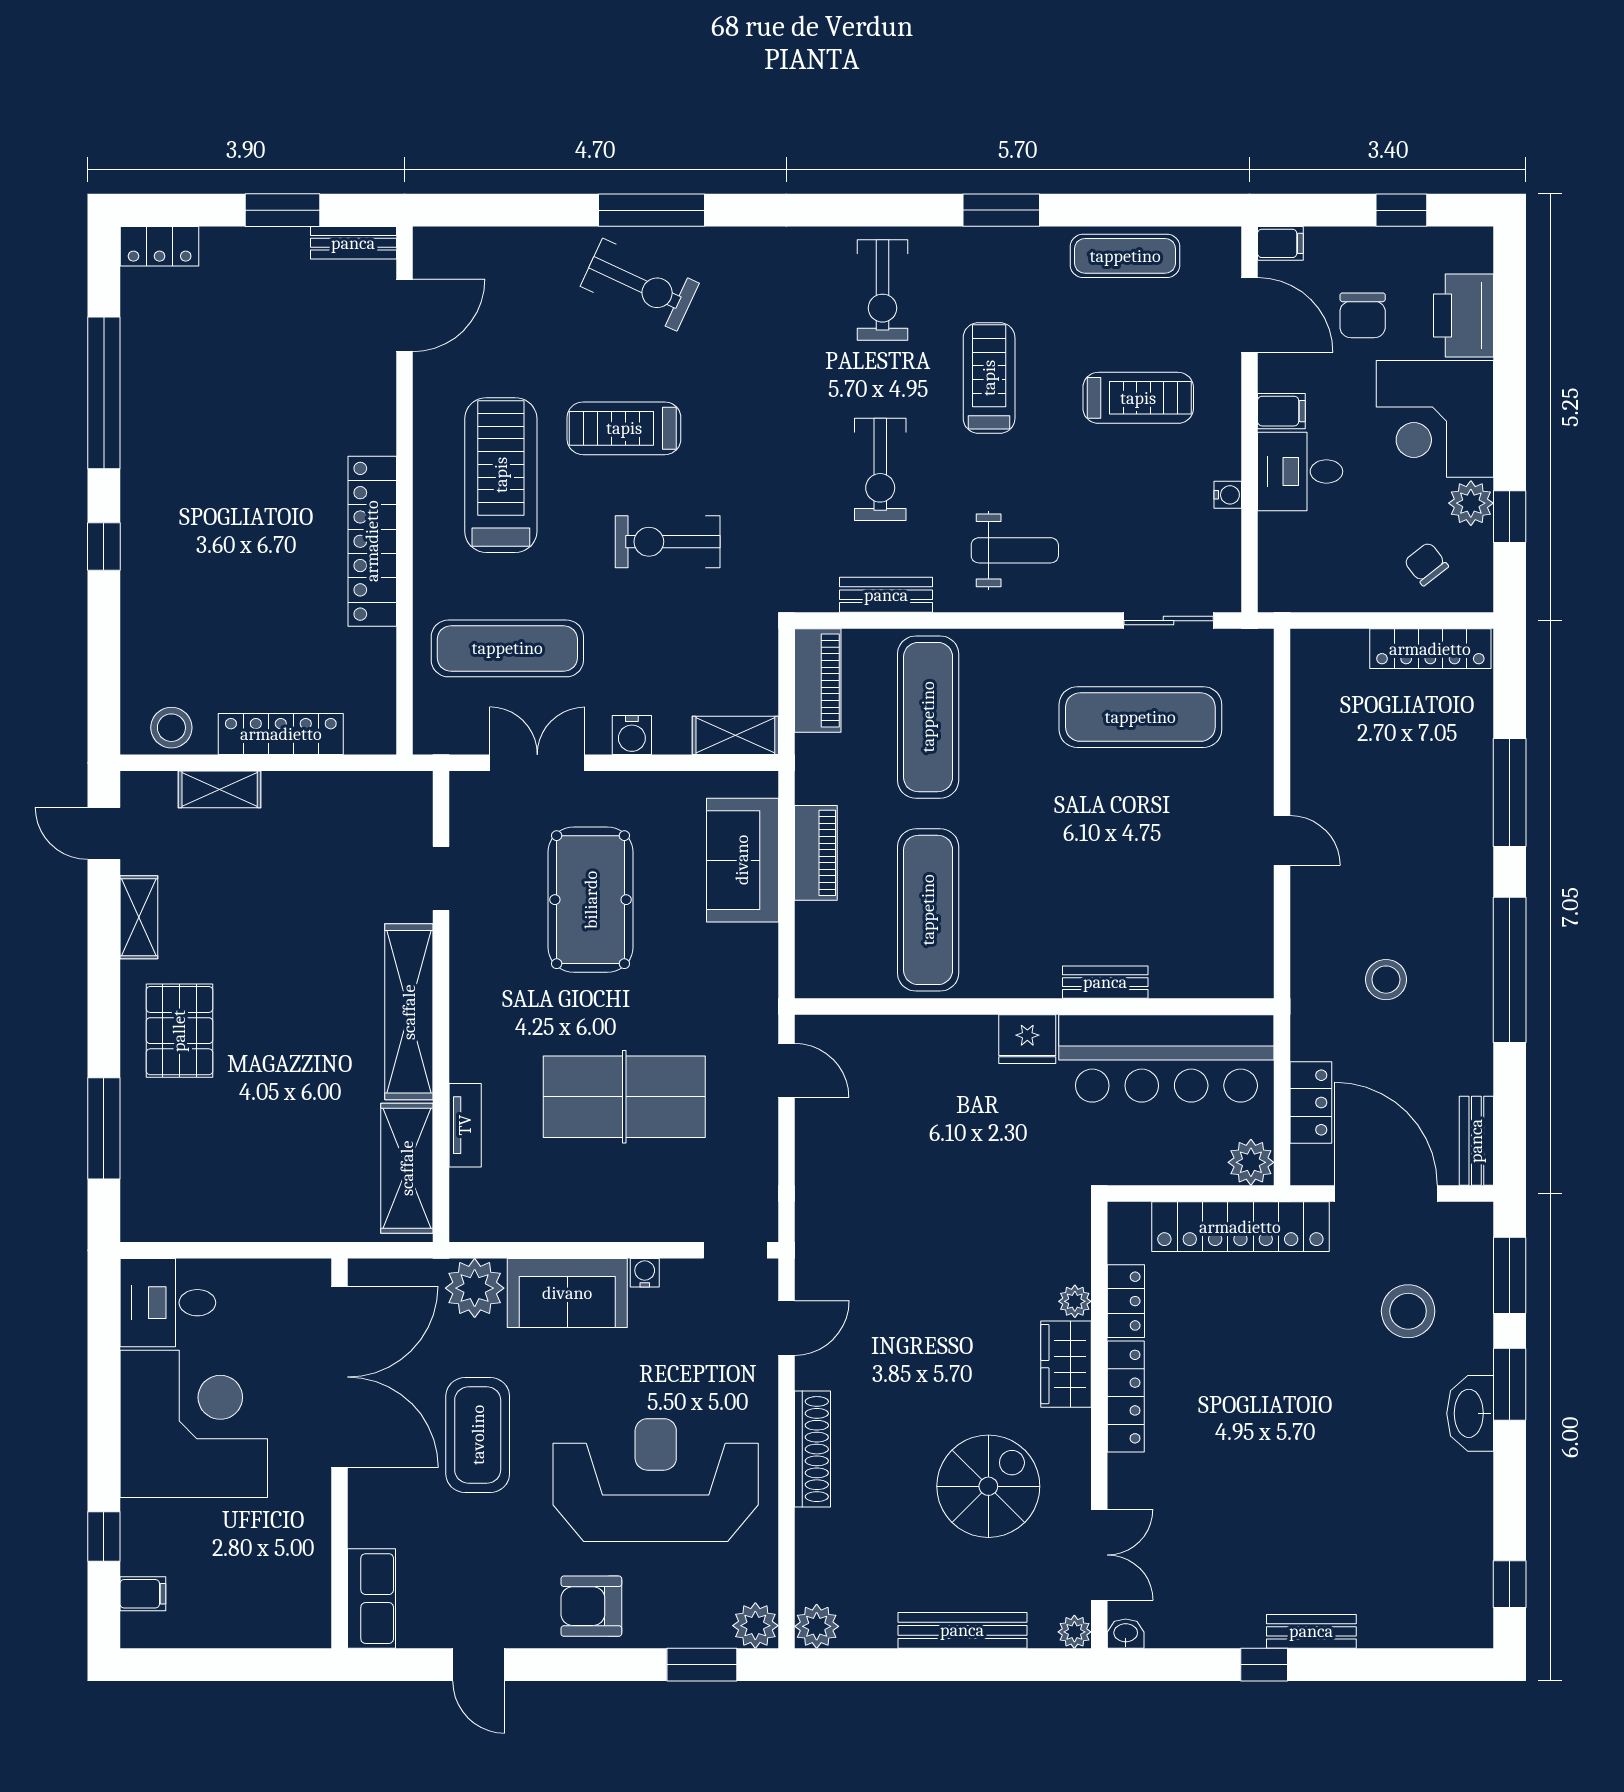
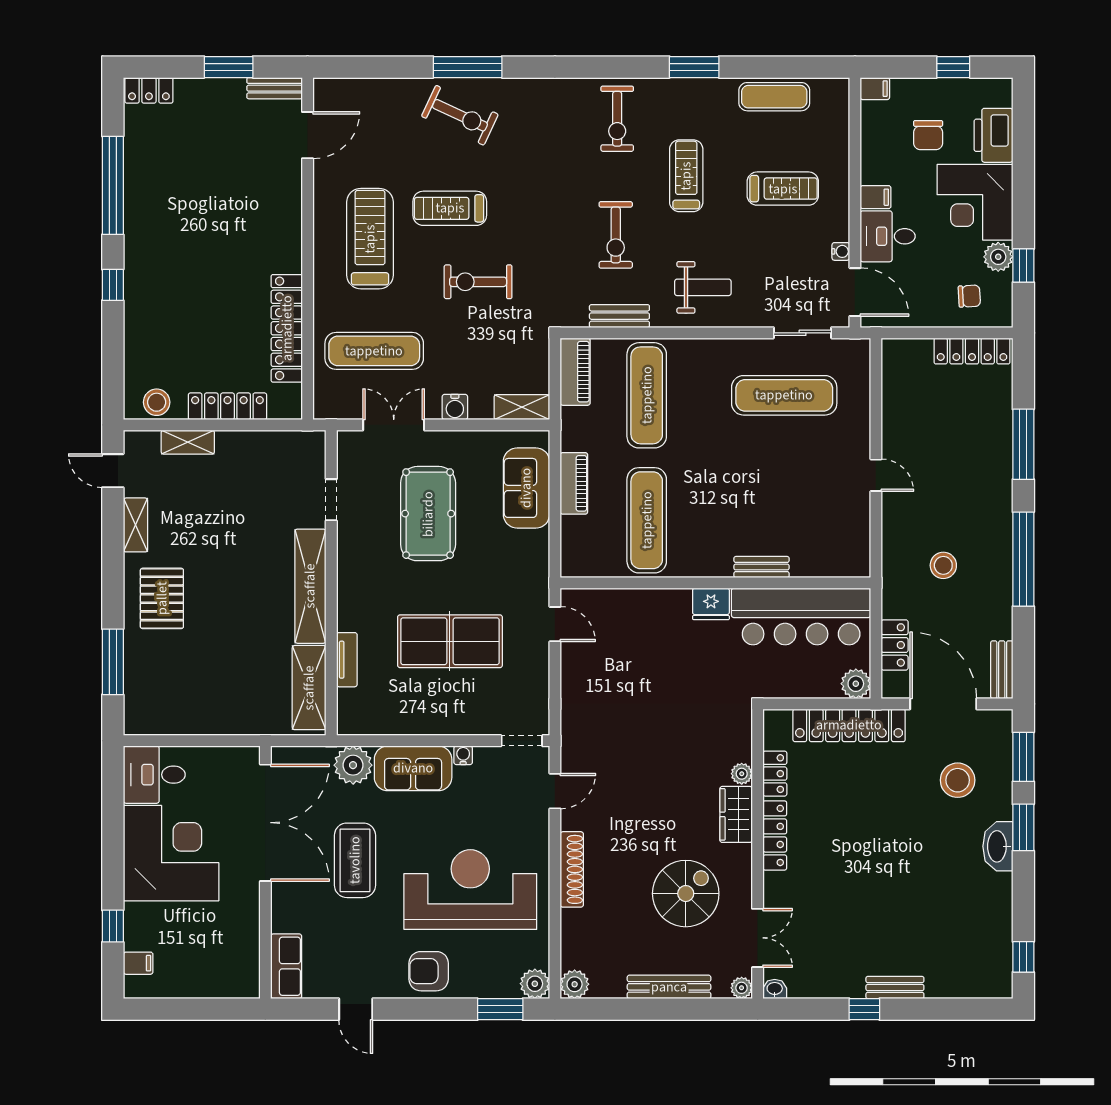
door: (1250, 315) -> (855, 292), moved
locker: (372, 541) -> (287, 328), moved
chair: (1426, 564) -> (969, 296), turned 125

